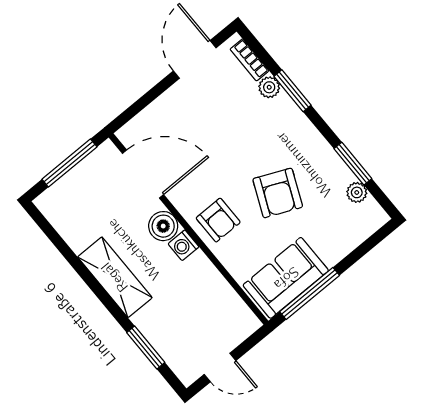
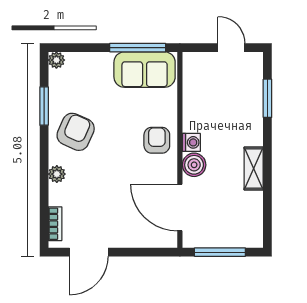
plant: (269, 87) -> (57, 174), moved
window: (293, 91) -> (44, 182), removed
plant: (357, 192) -> (56, 60), moved
armchair: (278, 193) -> (76, 132), moved
shelving: (115, 277) -> (254, 168), width x0.67, depth x0.75

